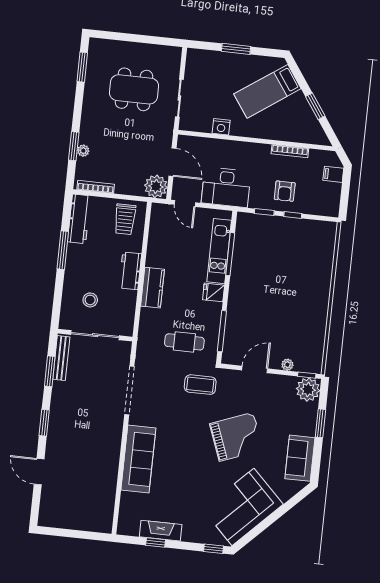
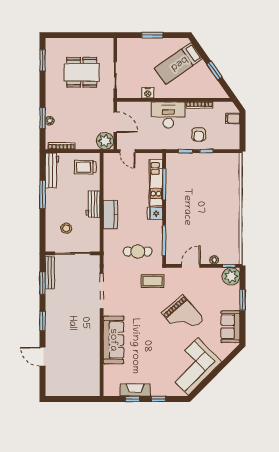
desk: (226, 187) -> (168, 115), moved, turned 180
trolley: (125, 219) -> (85, 167), turned 90
grand piano: (236, 437) -> (183, 316), turned 70
window: (213, 549) -> (159, 399), moved

